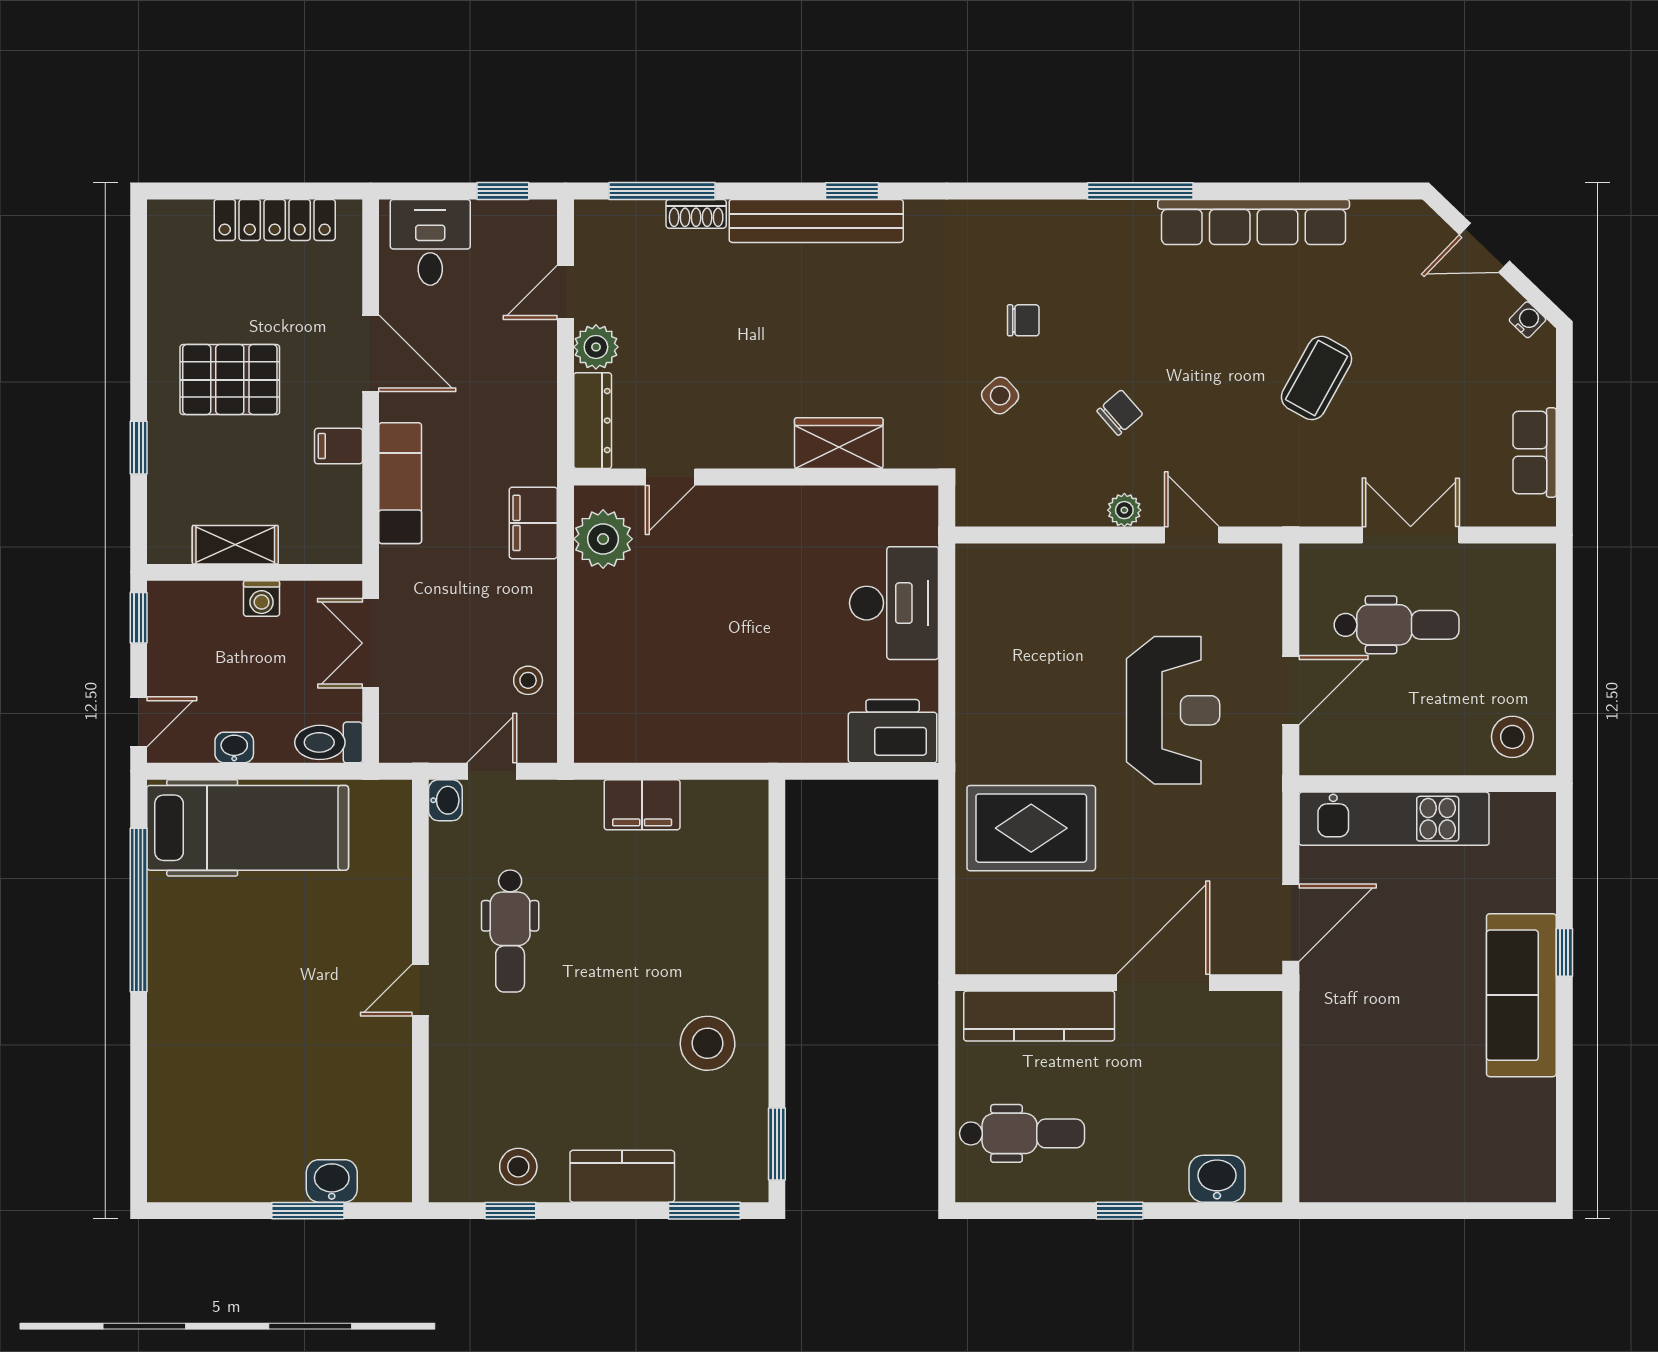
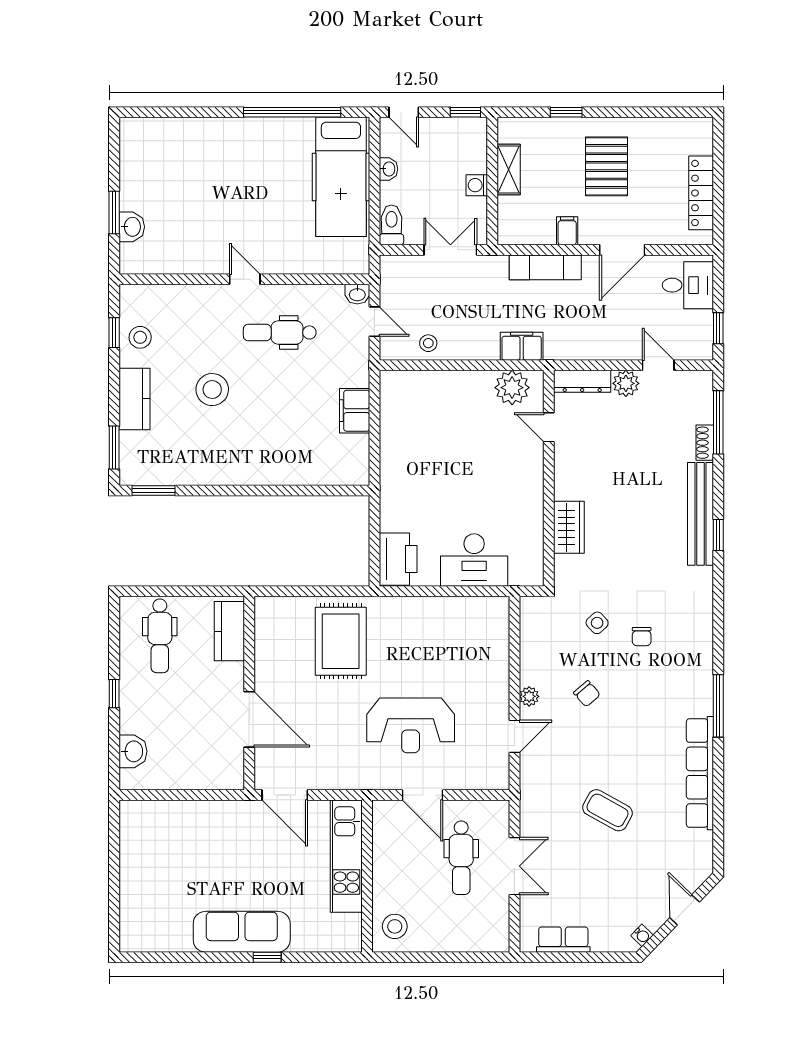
kitchen counter: (1039, 1016) -> (229, 631), width x0.67
stool: (708, 1043) -> (212, 390), moved

